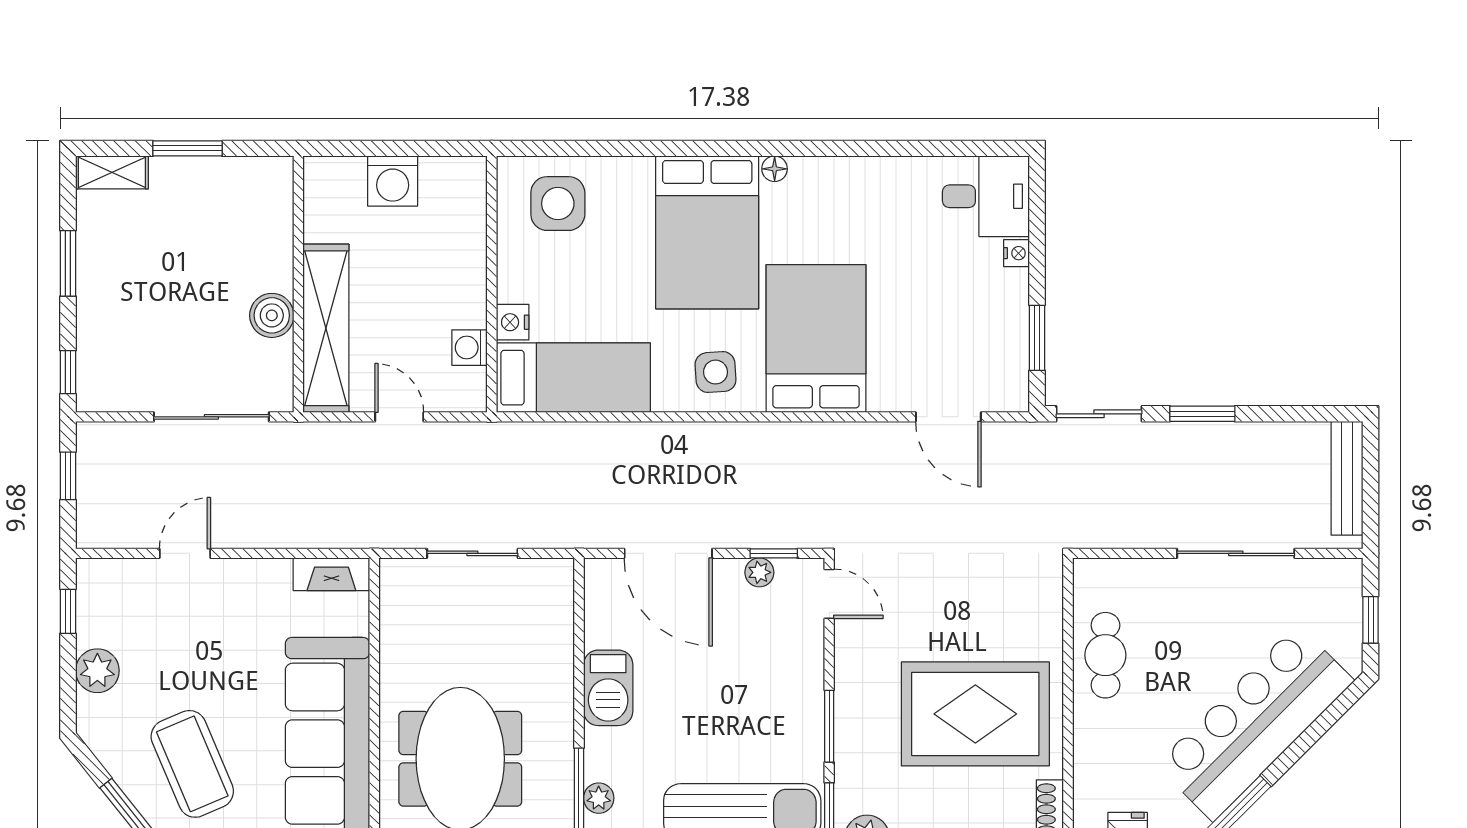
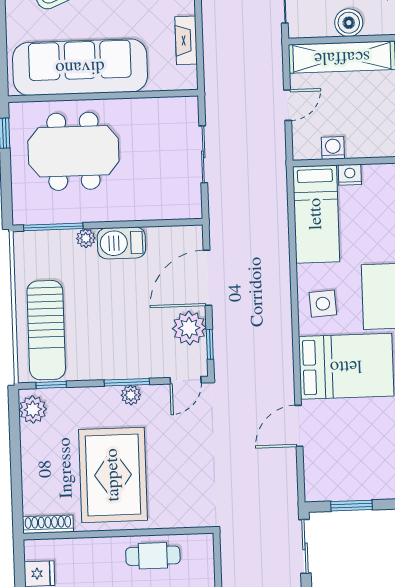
door: (948, 417) -> (299, 426), moved
plant: (759, 572) -> (189, 328), width x1.88, depth x1.88
fireplace: (331, 574) -> (186, 40), moved
plant: (850, 681) -> (131, 395), added
window: (829, 726) -> (127, 382), moved
plant: (599, 798) -> (86, 238), moved

